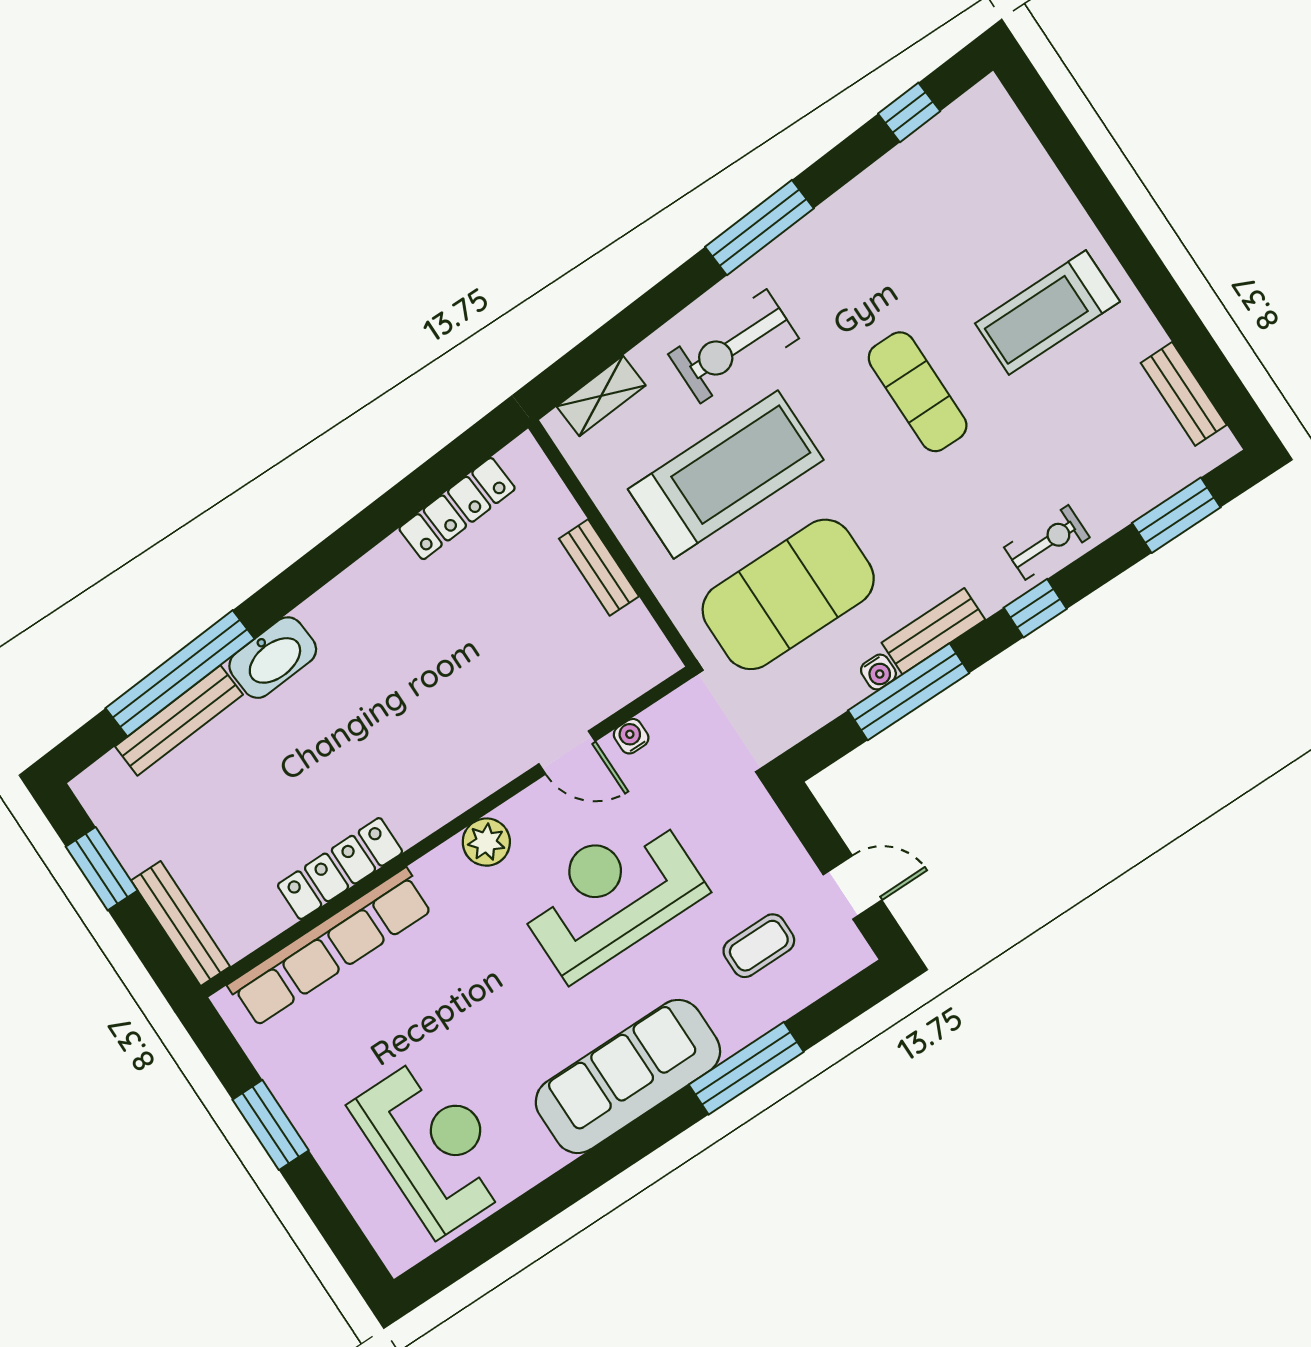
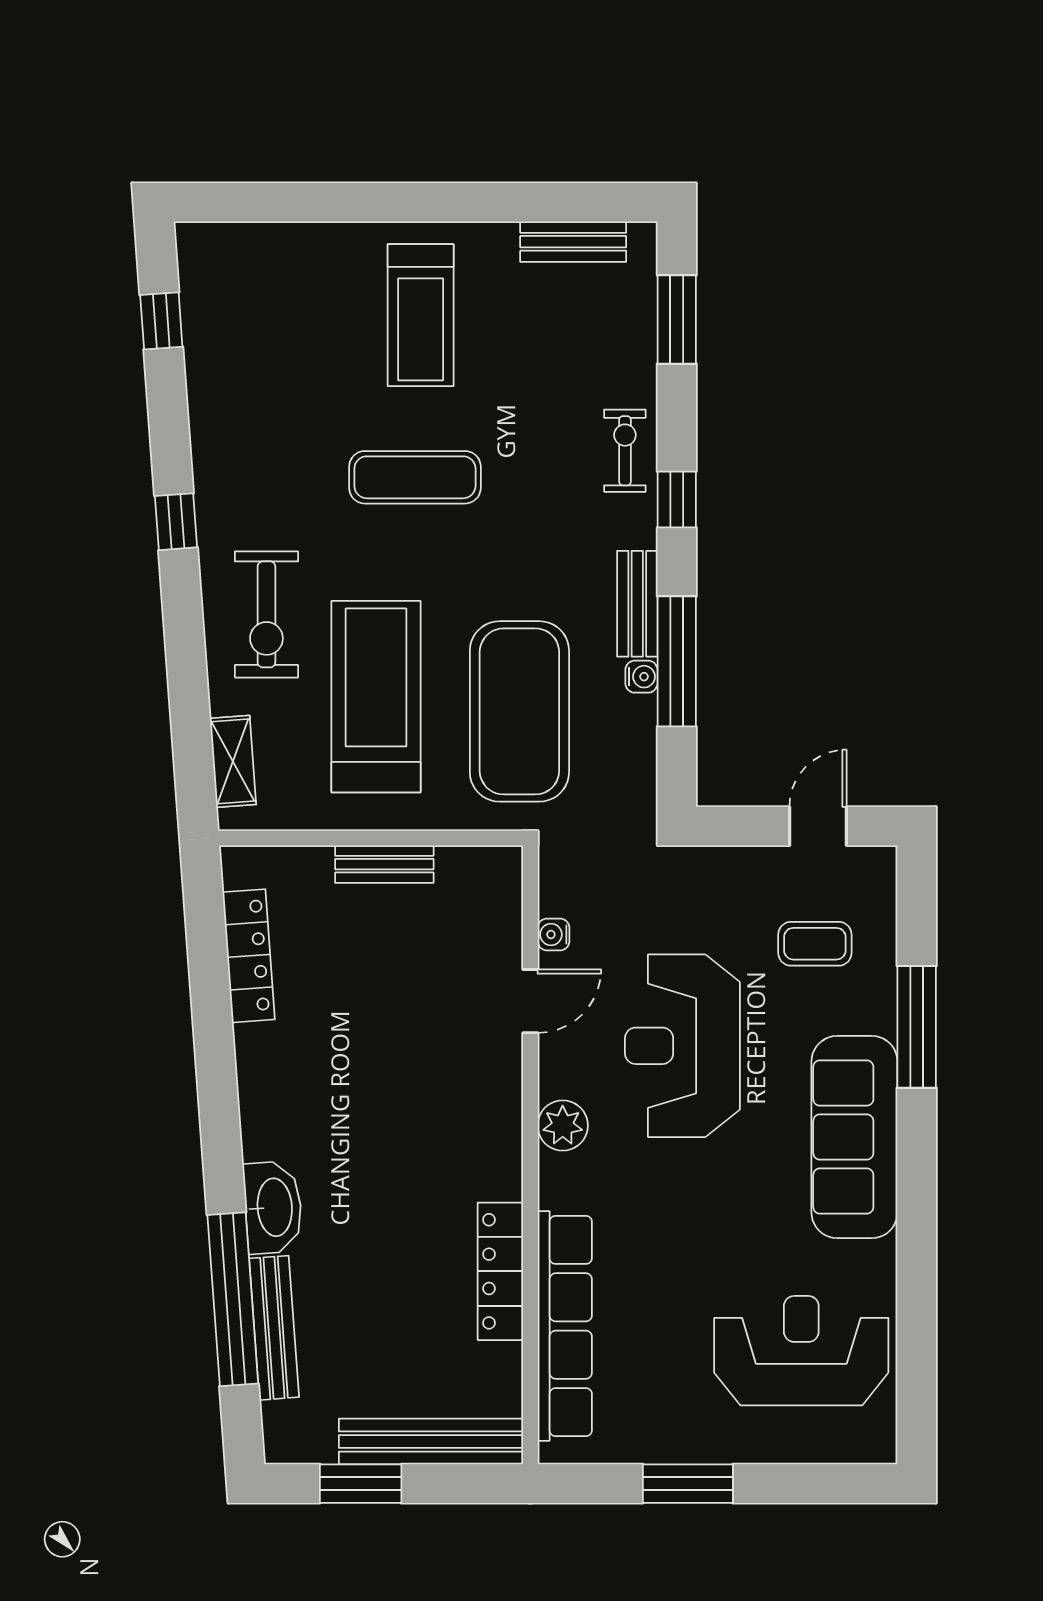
window: (759, 228) -> (176, 522), width x0.46
bench: (181, 924) -> (431, 1441), width x1.37, depth x1.21
coffee table: (759, 946) -> (815, 944), turned 90

